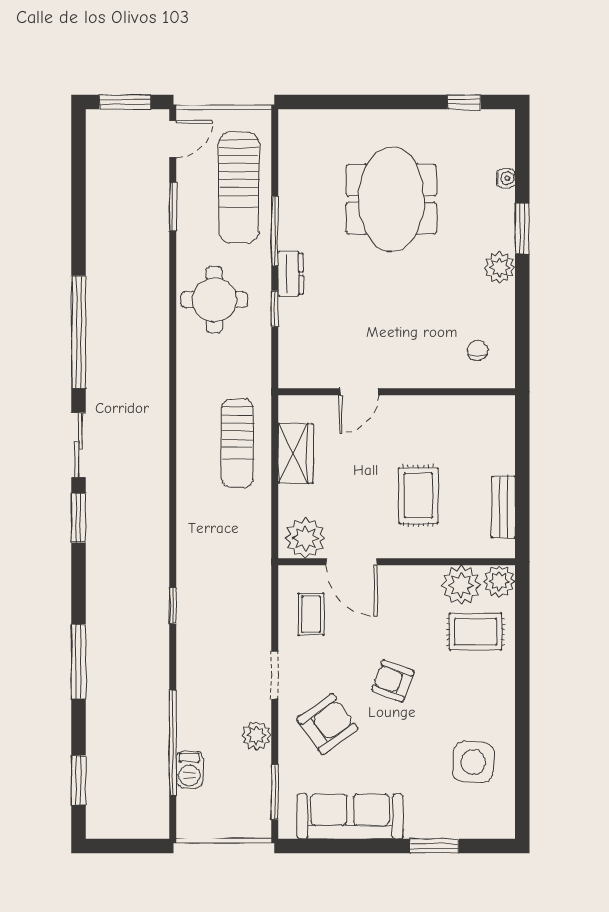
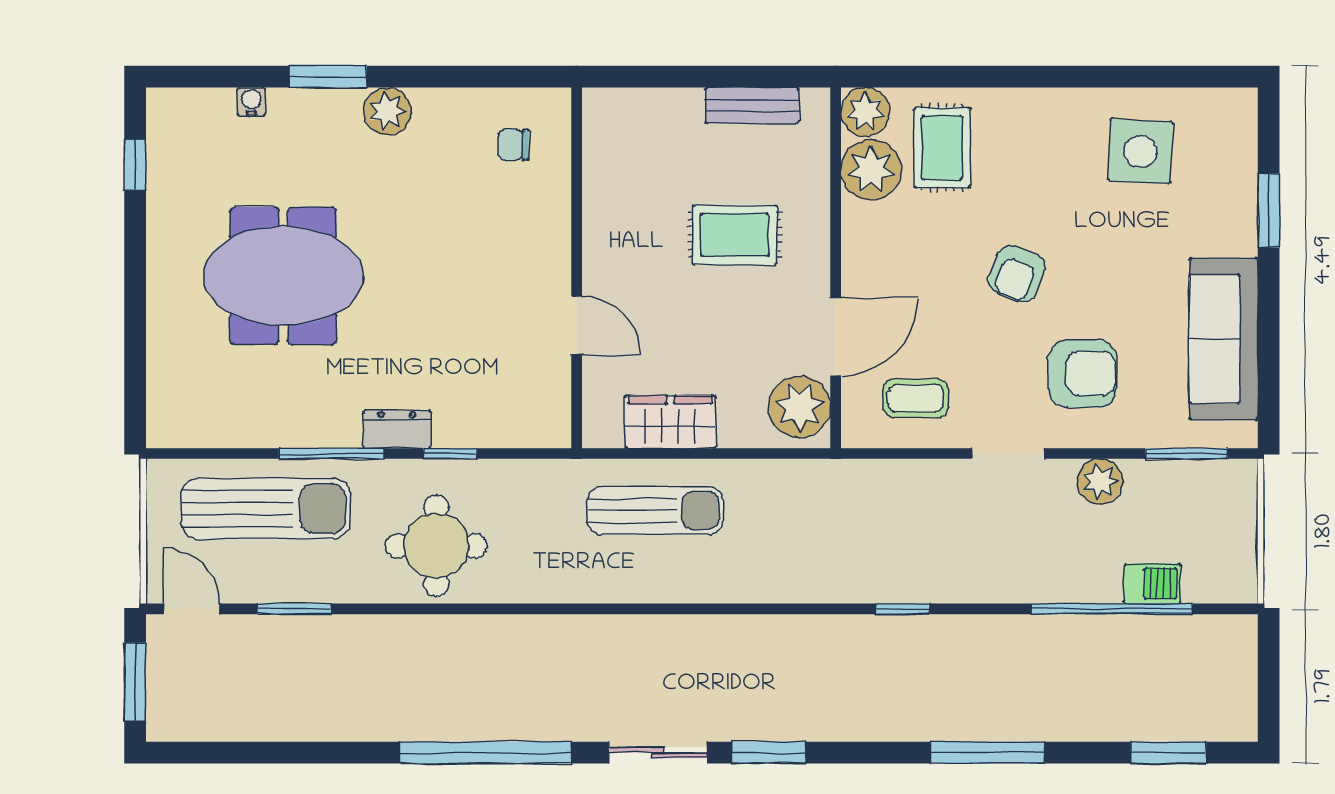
armchair: (327, 724) -> (1083, 373), turned 126

